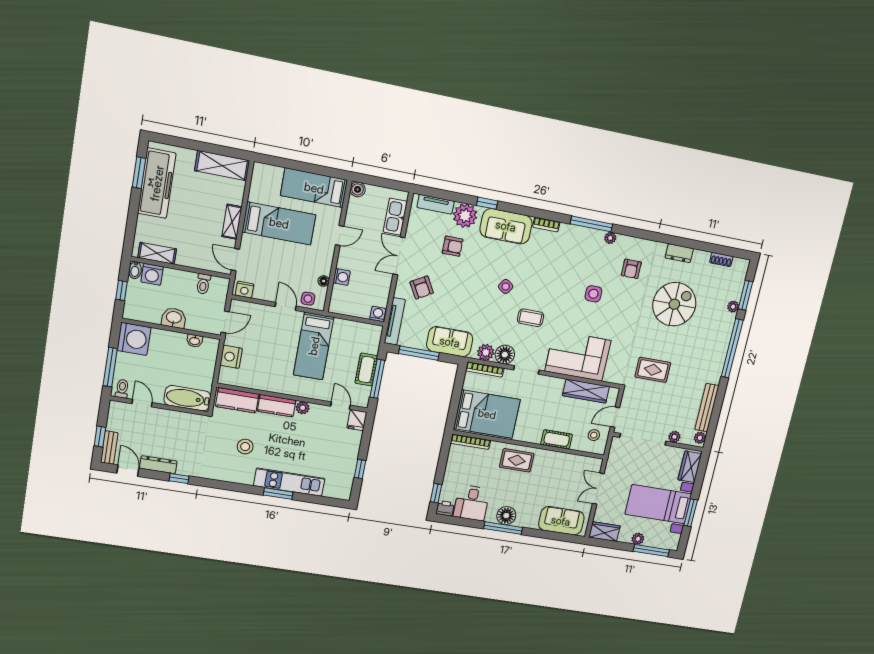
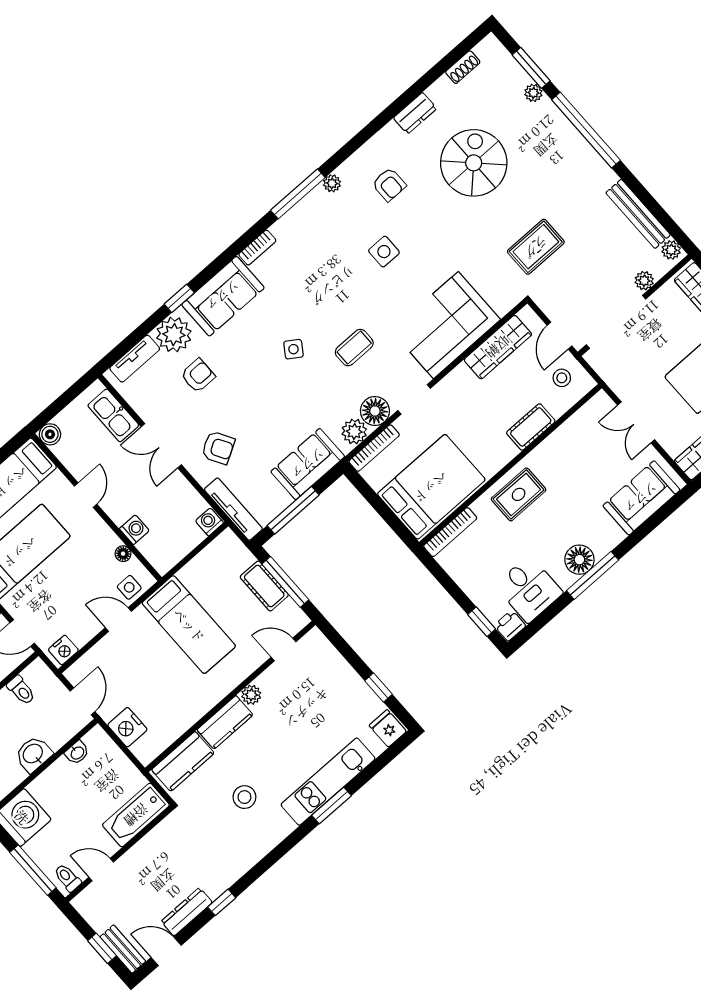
fridge: (357, 420) -> (388, 728), moved, turned 180

